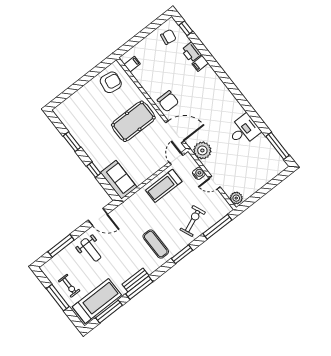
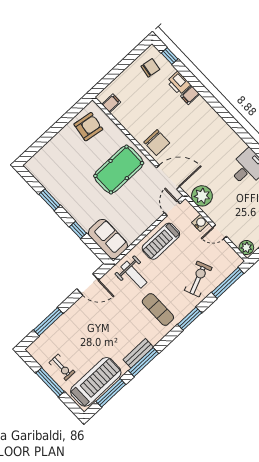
weight bench: (91, 250) -> (134, 275), moved

